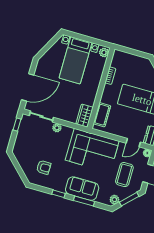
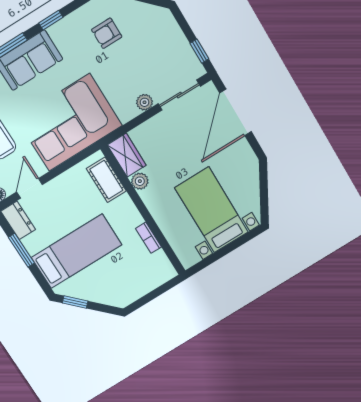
plant: (104, 52) -> (140, 181), moved

